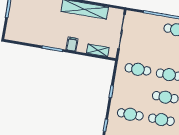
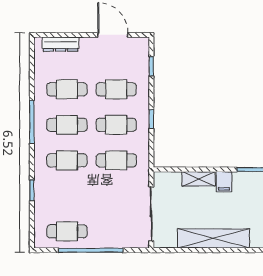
shelving: (98, 50) -> (198, 179), moved
cafe table: (134, 92) -> (116, 125), added

